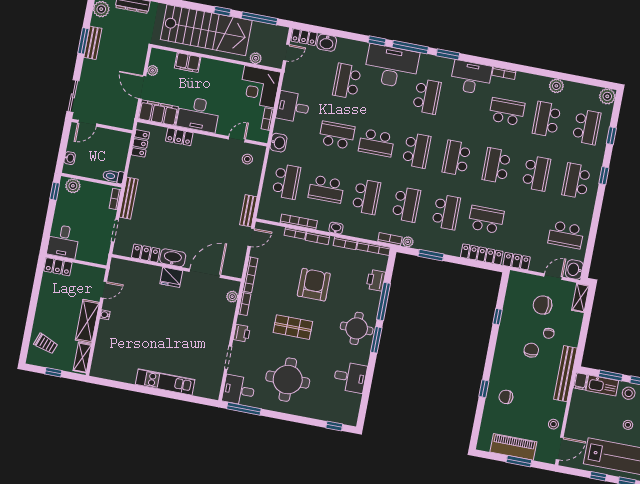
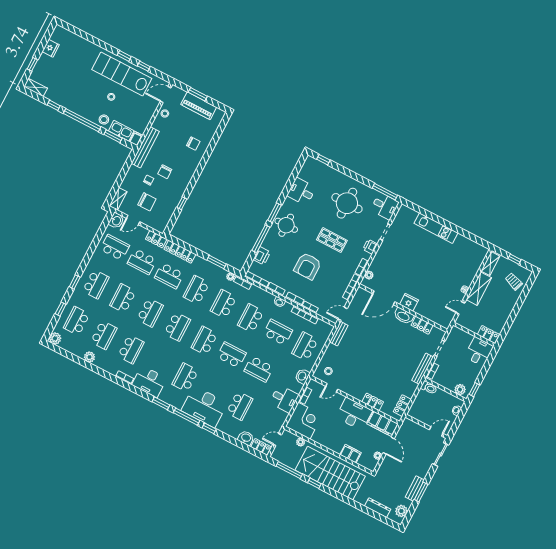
school desk: (507, 112) -> (131, 349), turned -90
school desk: (526, 227) -> (142, 262), added
window: (484, 389) -> (207, 154), removed

